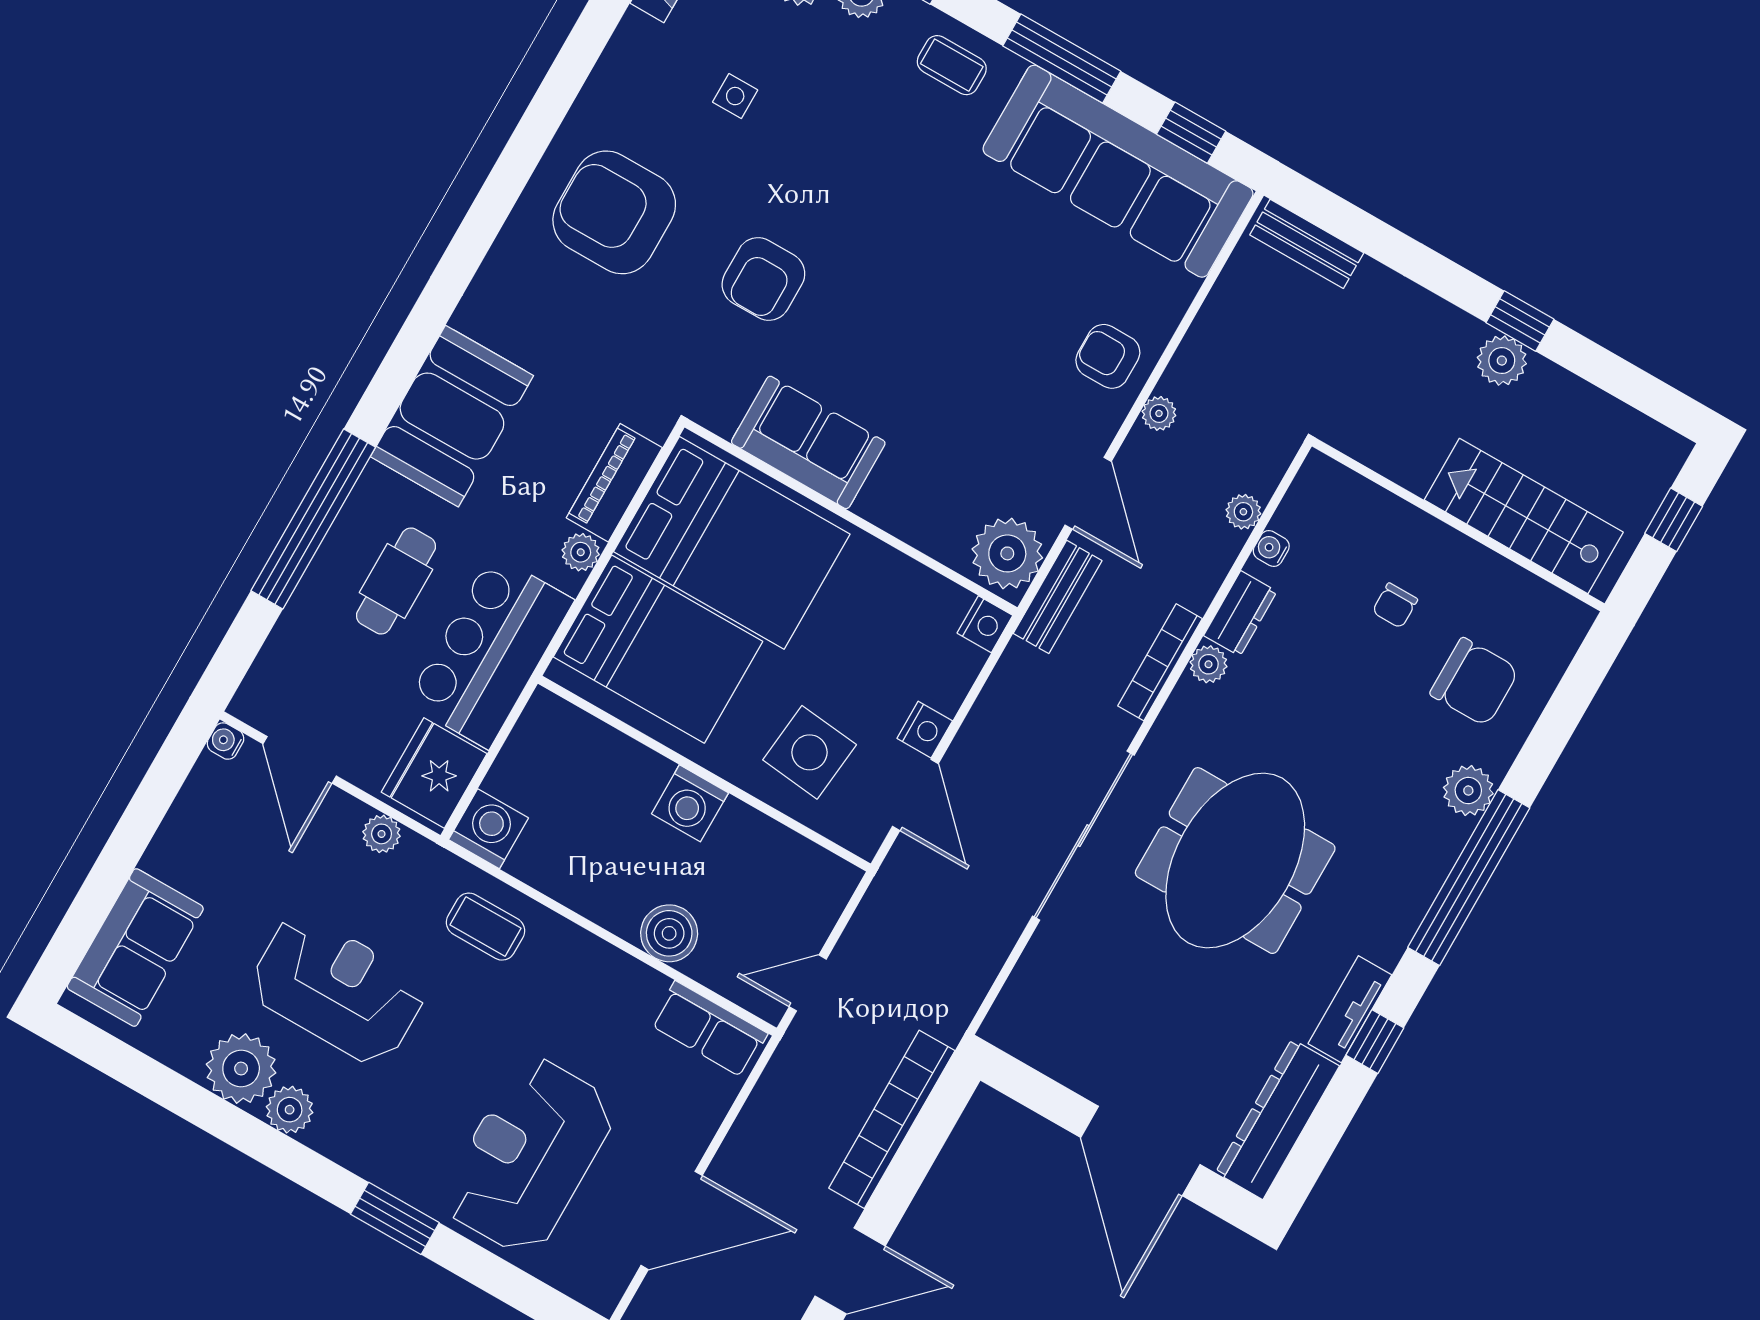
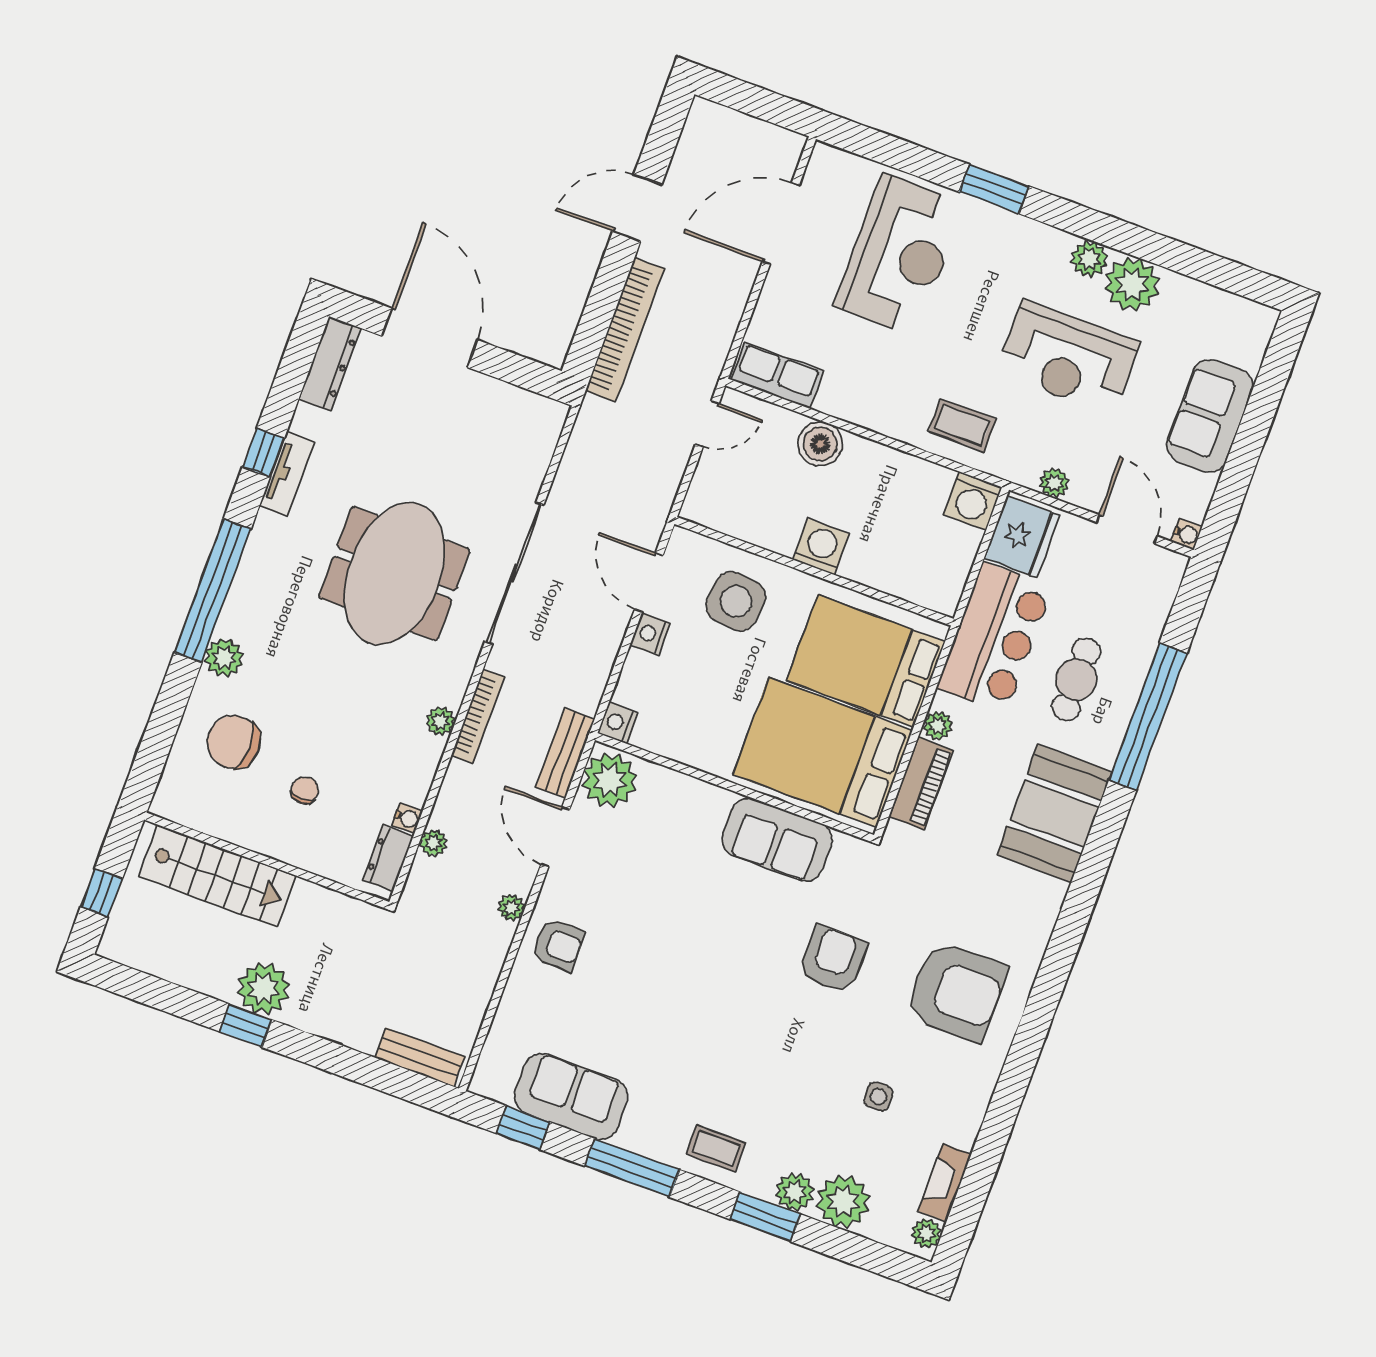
sofa: (1118, 171) -> (571, 1097), width x0.54, depth x0.79
plant: (1502, 361) -> (263, 989), width x1.36, depth x1.36
dresser: (1240, 613) -> (388, 858), moved
sofa: (135, 948) -> (1210, 416), moved
dresser: (1277, 1119) -> (330, 364), width x0.73, depth x0.80

